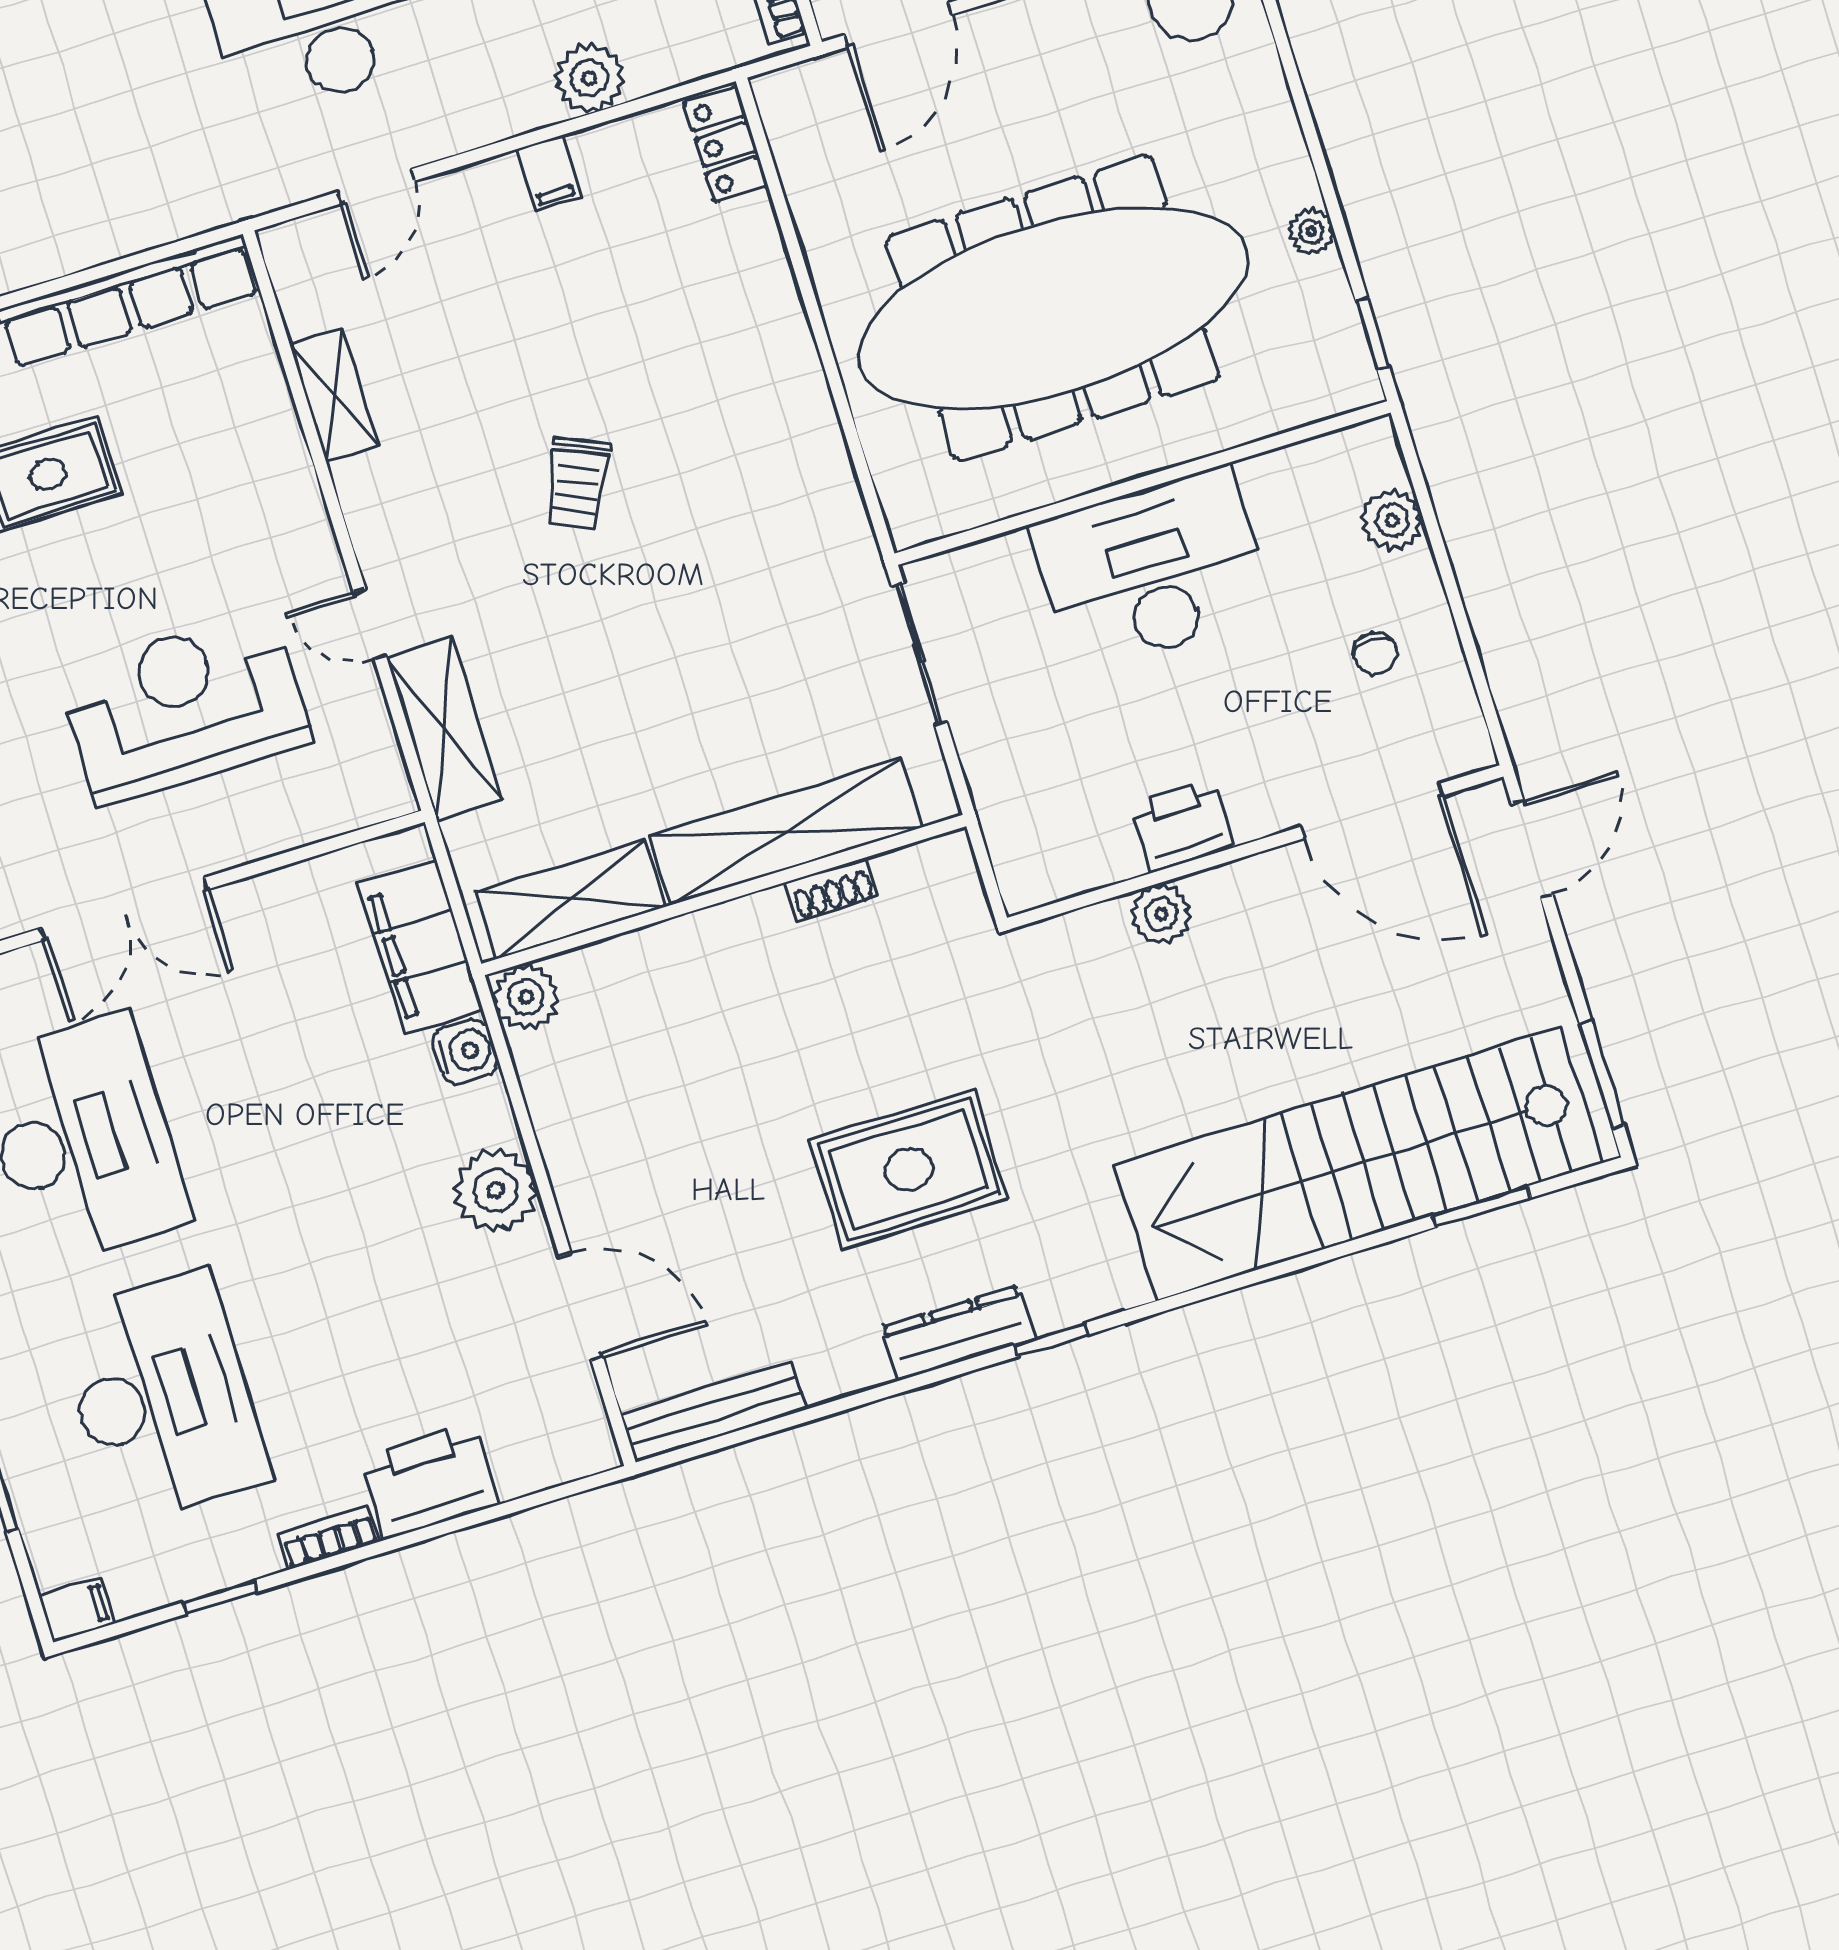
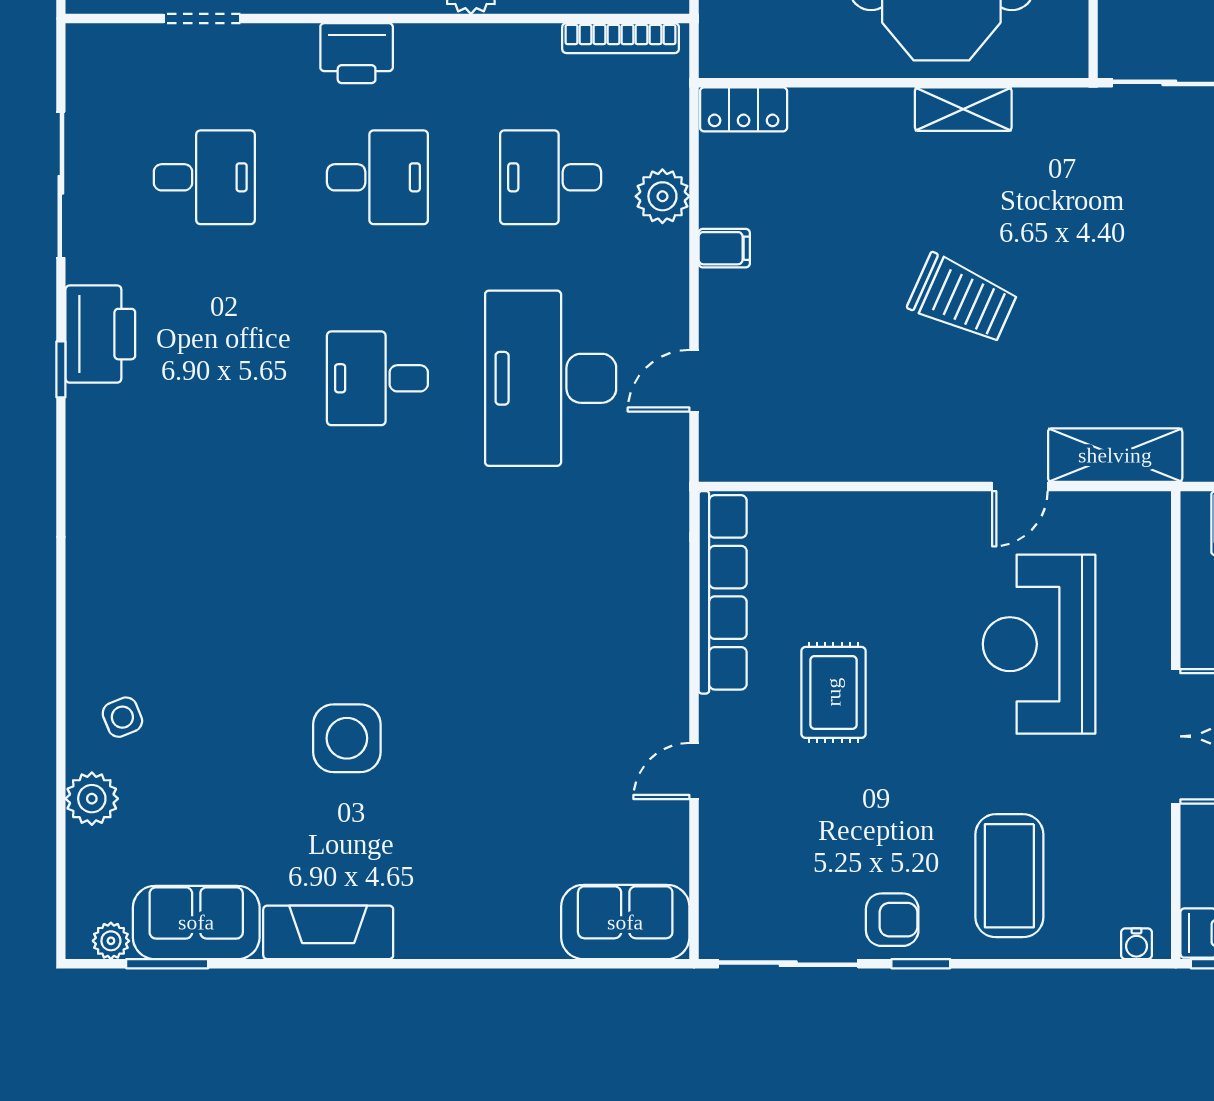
door: (376, 186) -> (694, 381), swing flipped
shelving: (334, 395) -> (963, 109), moved
trolley: (577, 484) -> (963, 299), width x1.36, depth x1.39

